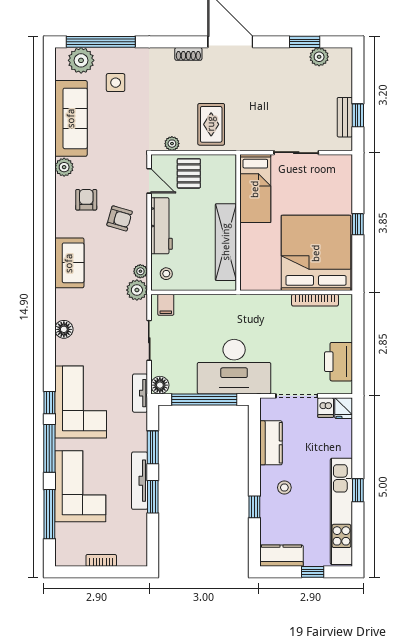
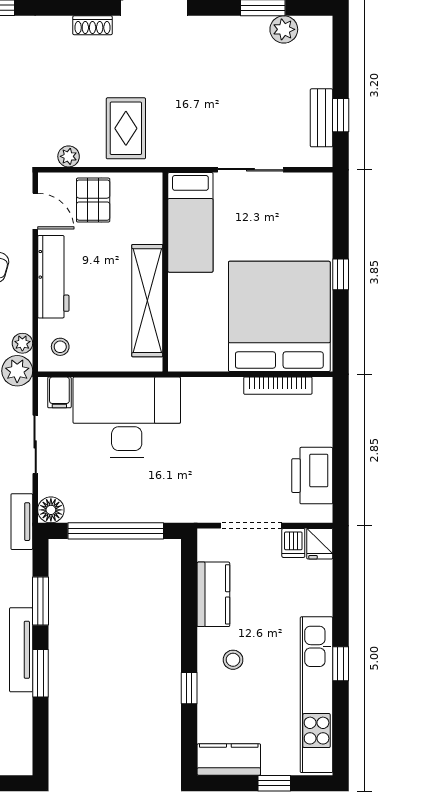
desk: (234, 367) -> (127, 417), moved, turned 180

